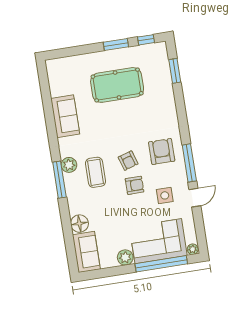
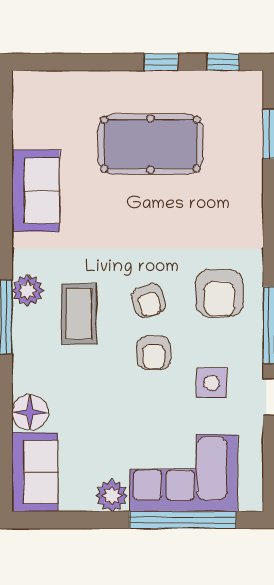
window: (116, 45) -> (161, 62), width x0.67
armchair: (162, 152) -> (219, 293), turned 180
armchair: (135, 185) -> (154, 353), turned 90
plant: (193, 249) -> (251, 501), removed

